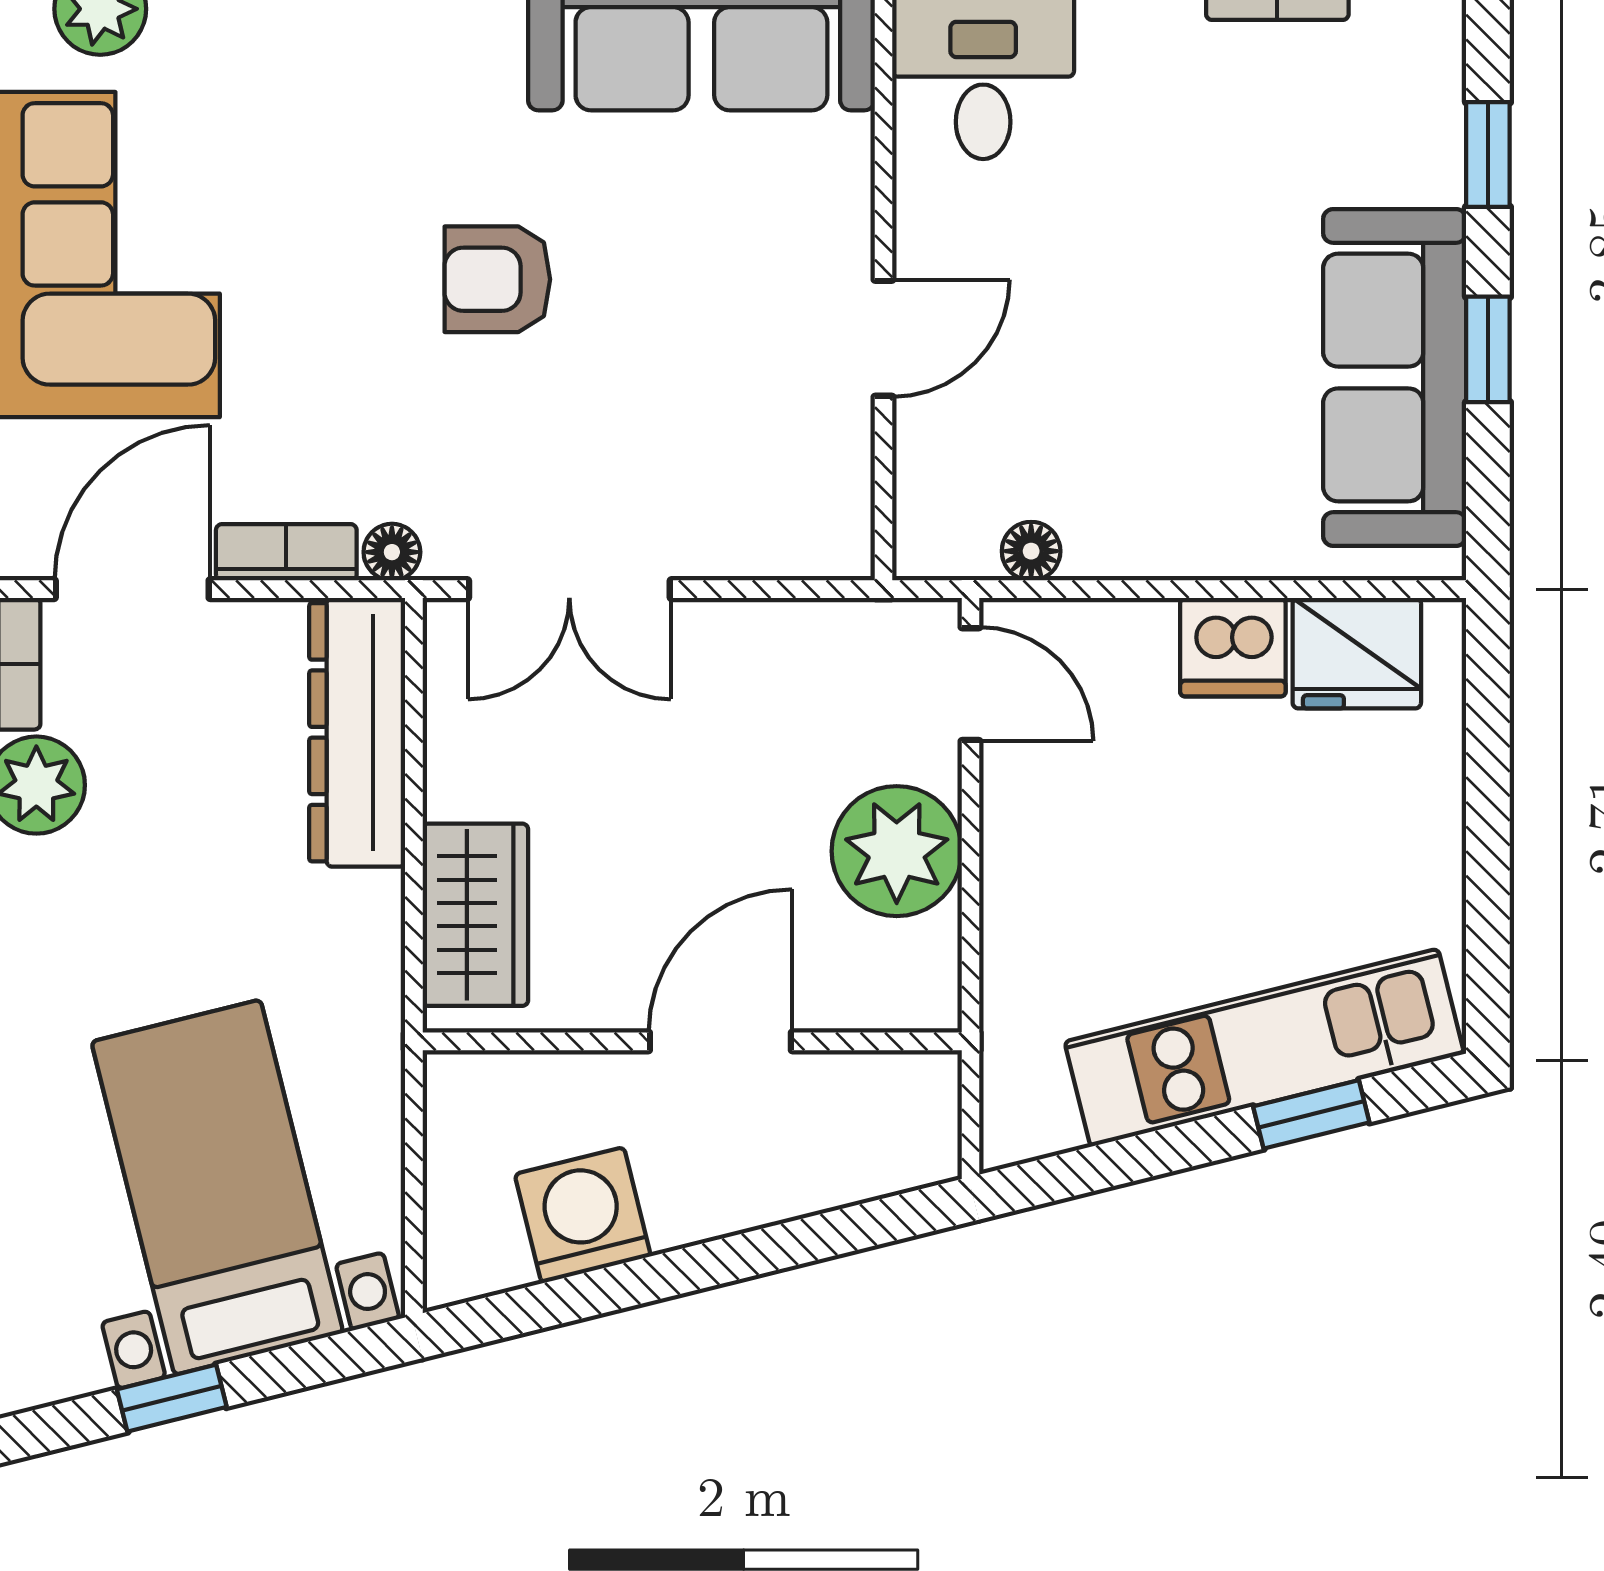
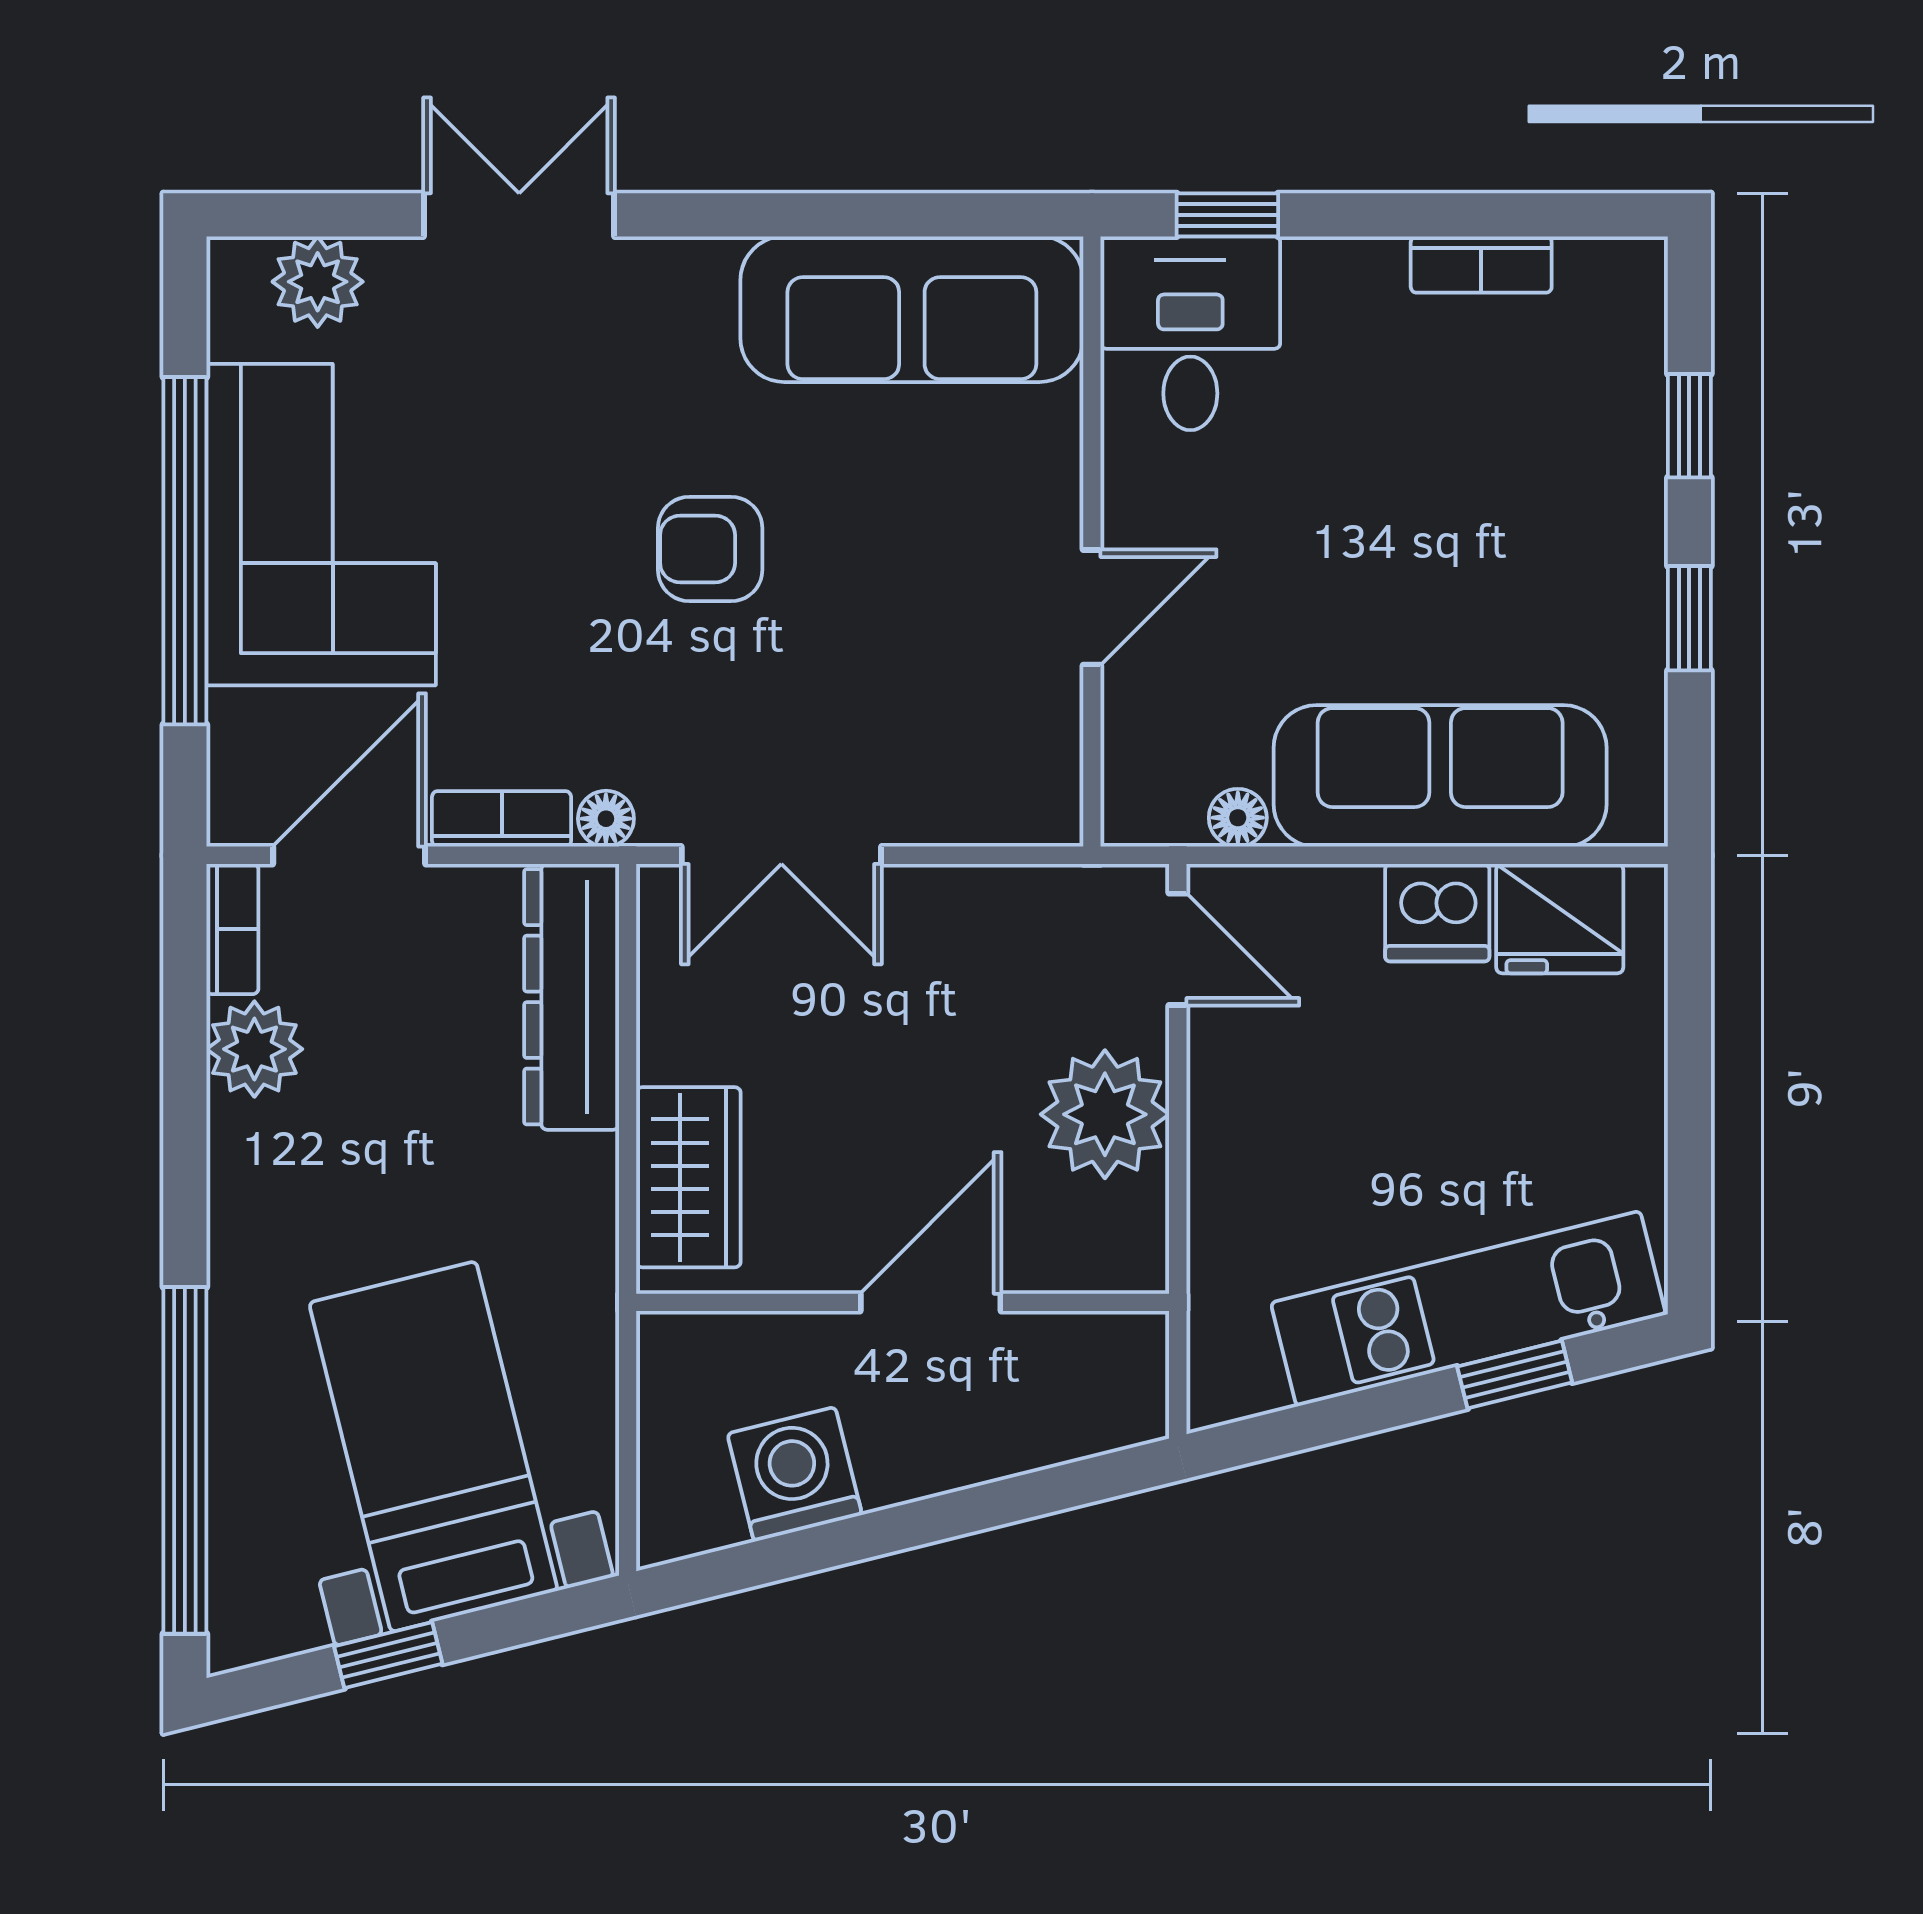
sofa: (1395, 378) -> (1440, 776), moved, turned 90

